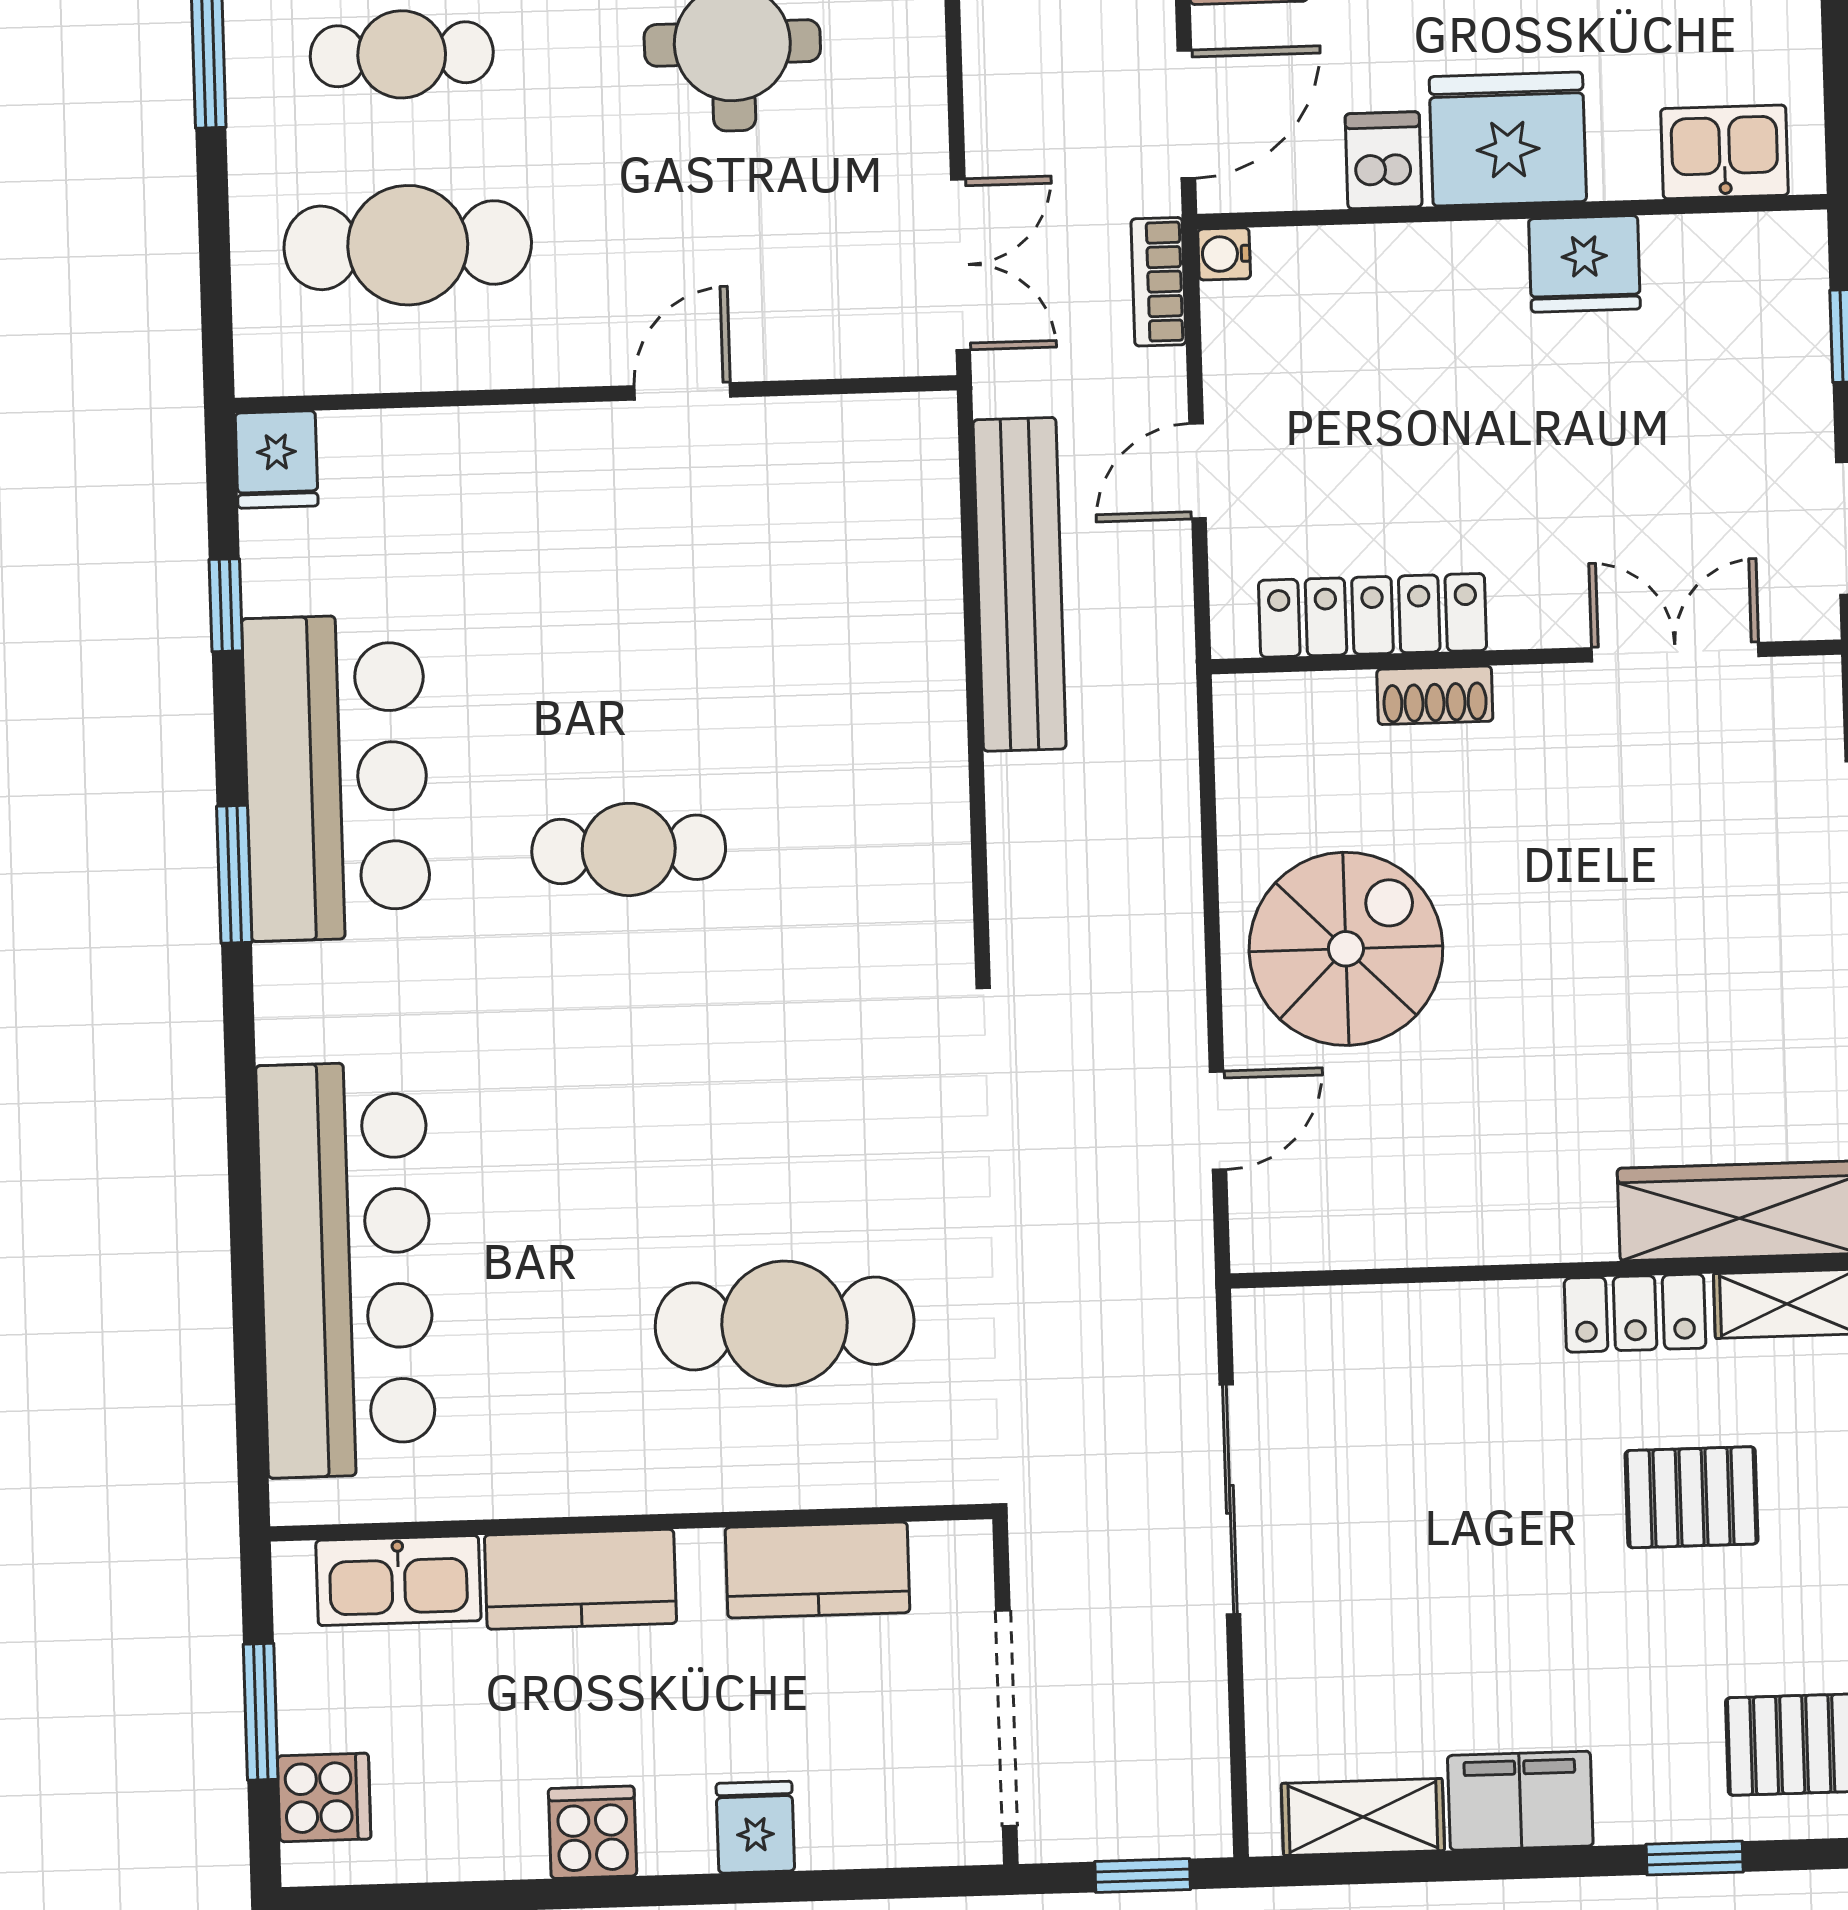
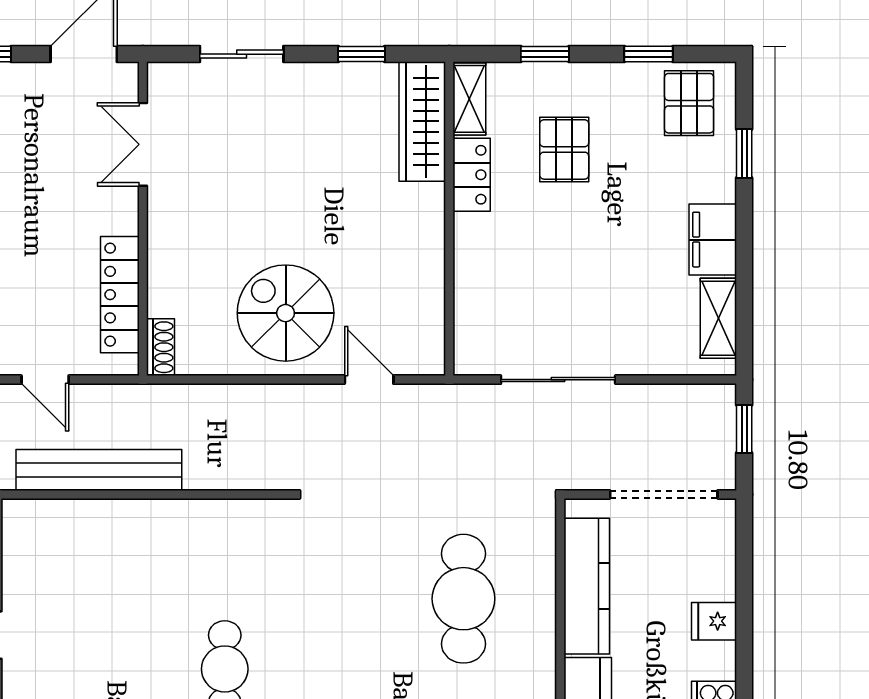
shoe rack: (1435, 695) -> (161, 347), moved
kitchen counter: (817, 1570) -> (587, 586), width x1.50

